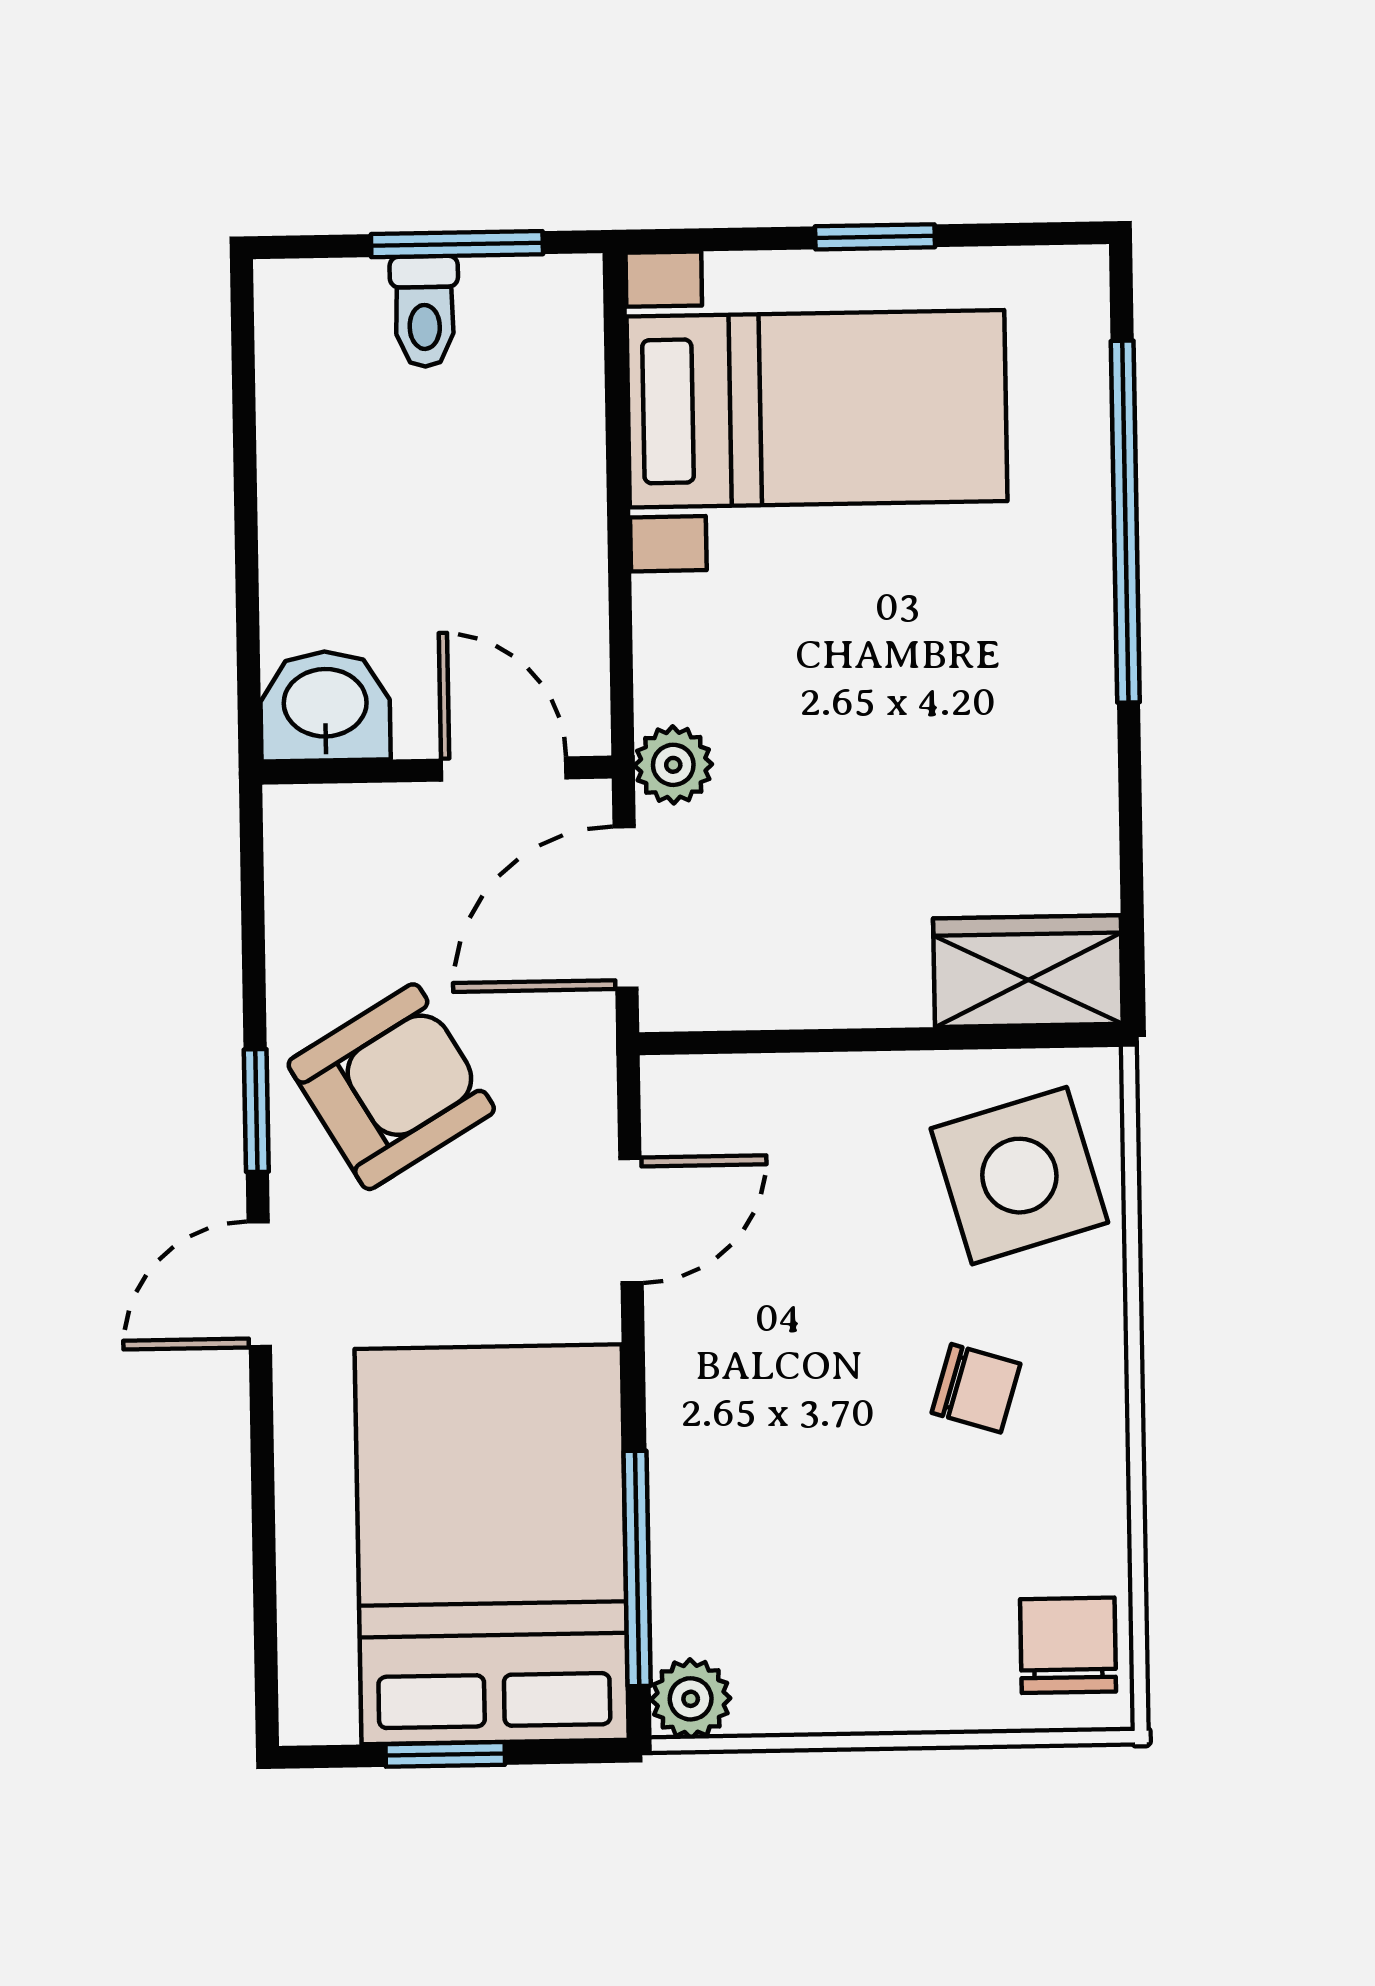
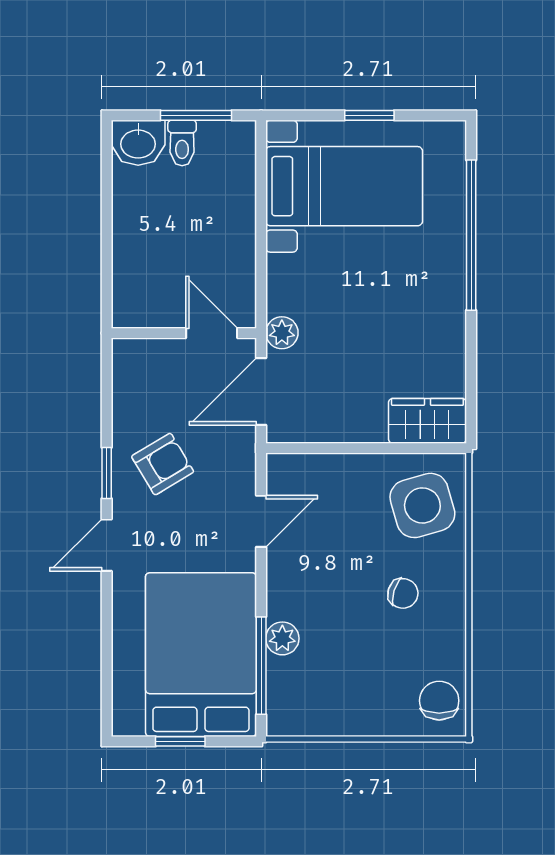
washbasin: (325, 706) -> (138, 143), moved, turned 180
armchair: (391, 1087) -> (163, 464), width x0.72, depth x0.72
plant: (691, 1699) -> (282, 638), moved

